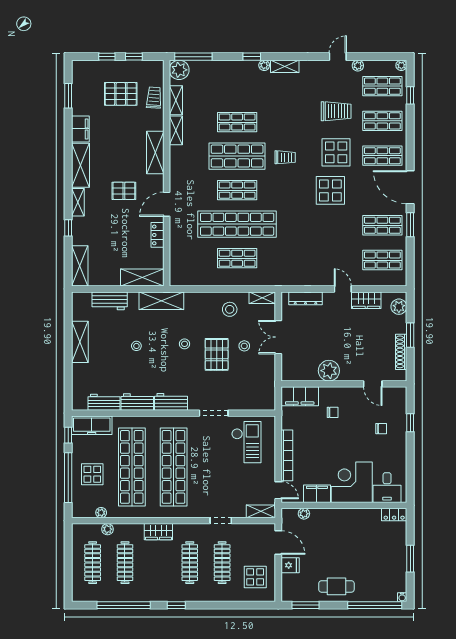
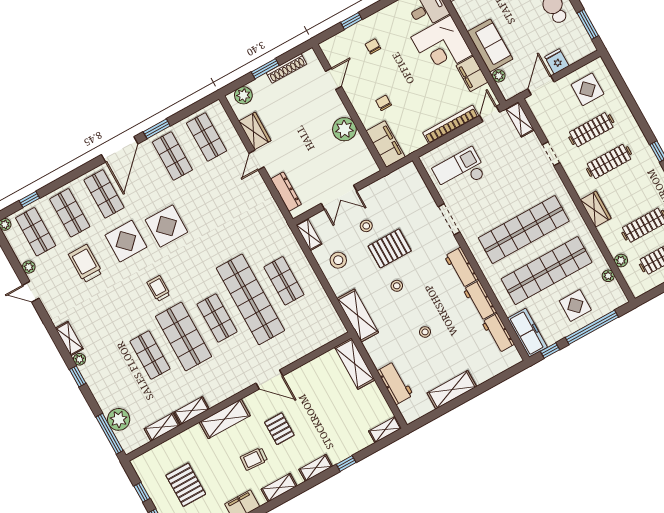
plant: (179, 70) -> (119, 419), moved
trolley: (154, 98) -> (254, 459), moved
shelving: (80, 165) -> (279, 488), width x0.67, depth x0.75
locker: (157, 235) -> (304, 372), removed
shelving: (80, 266) -> (385, 430), width x0.67, depth x0.75
shelving: (161, 301) -> (358, 316), moved
sofa: (331, 520) -> (490, 45), added

